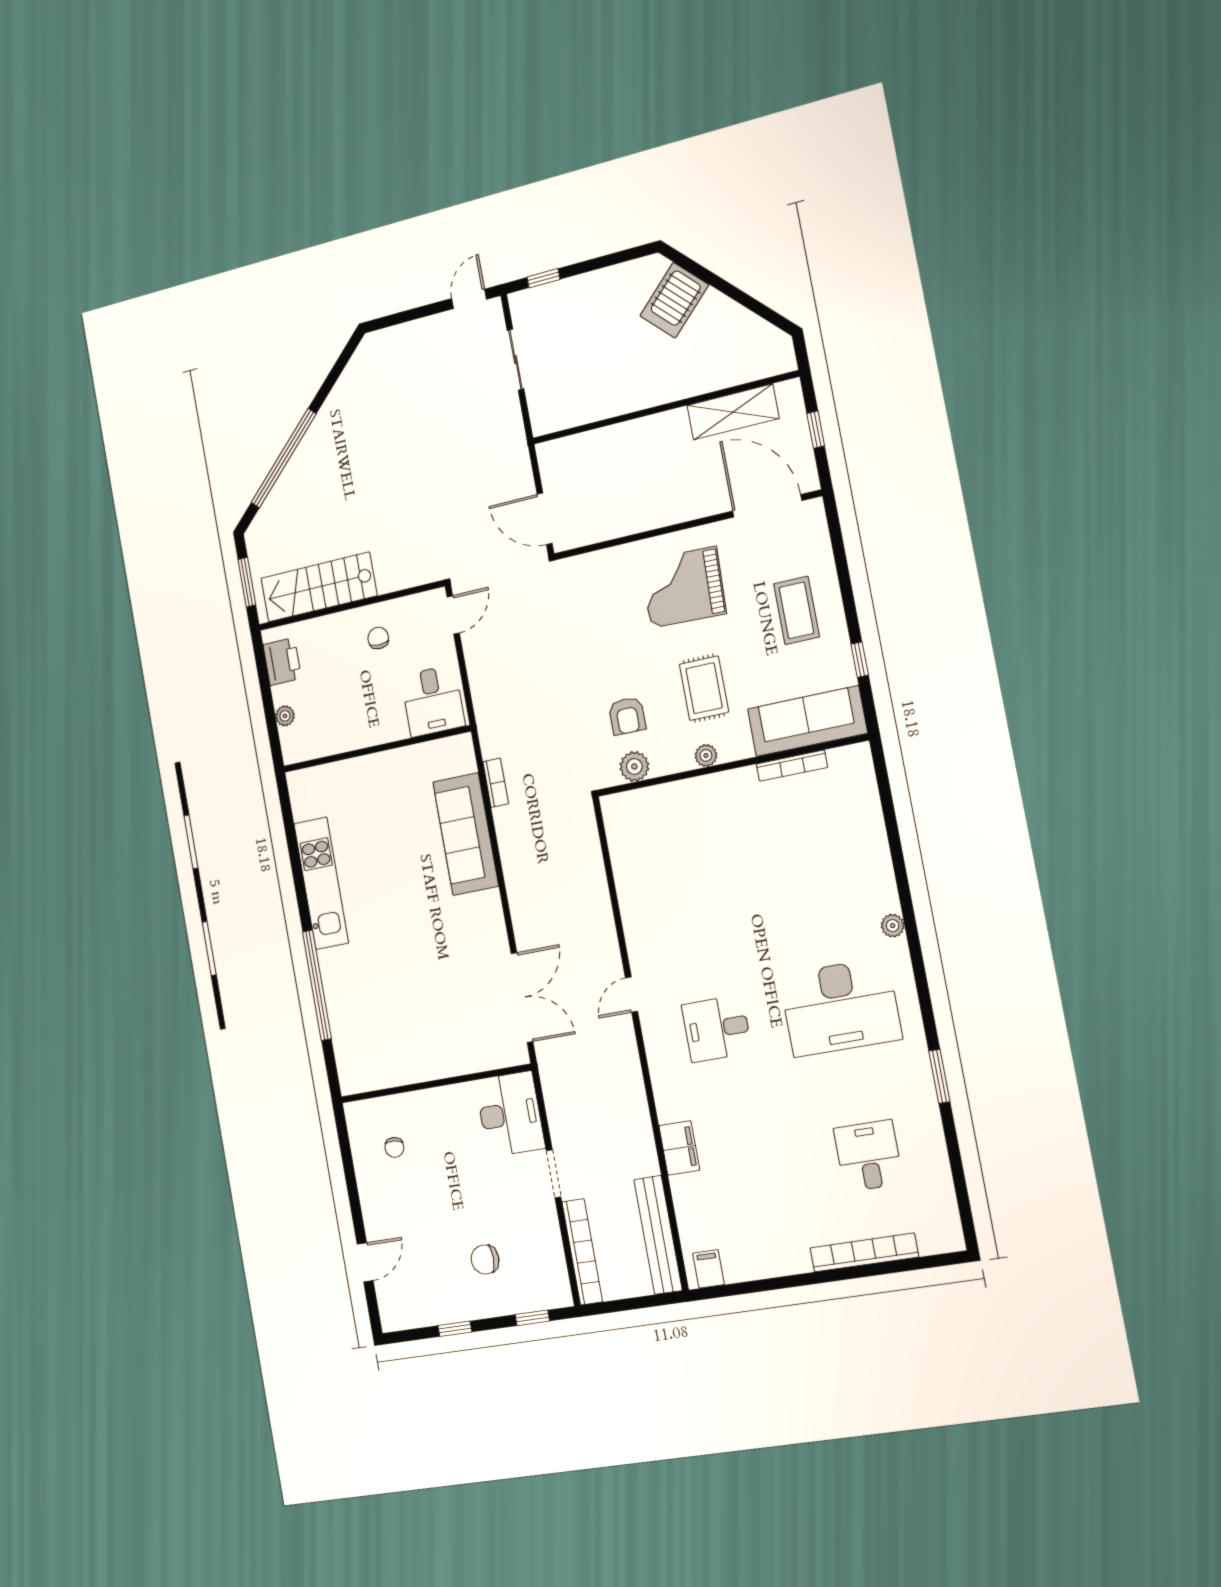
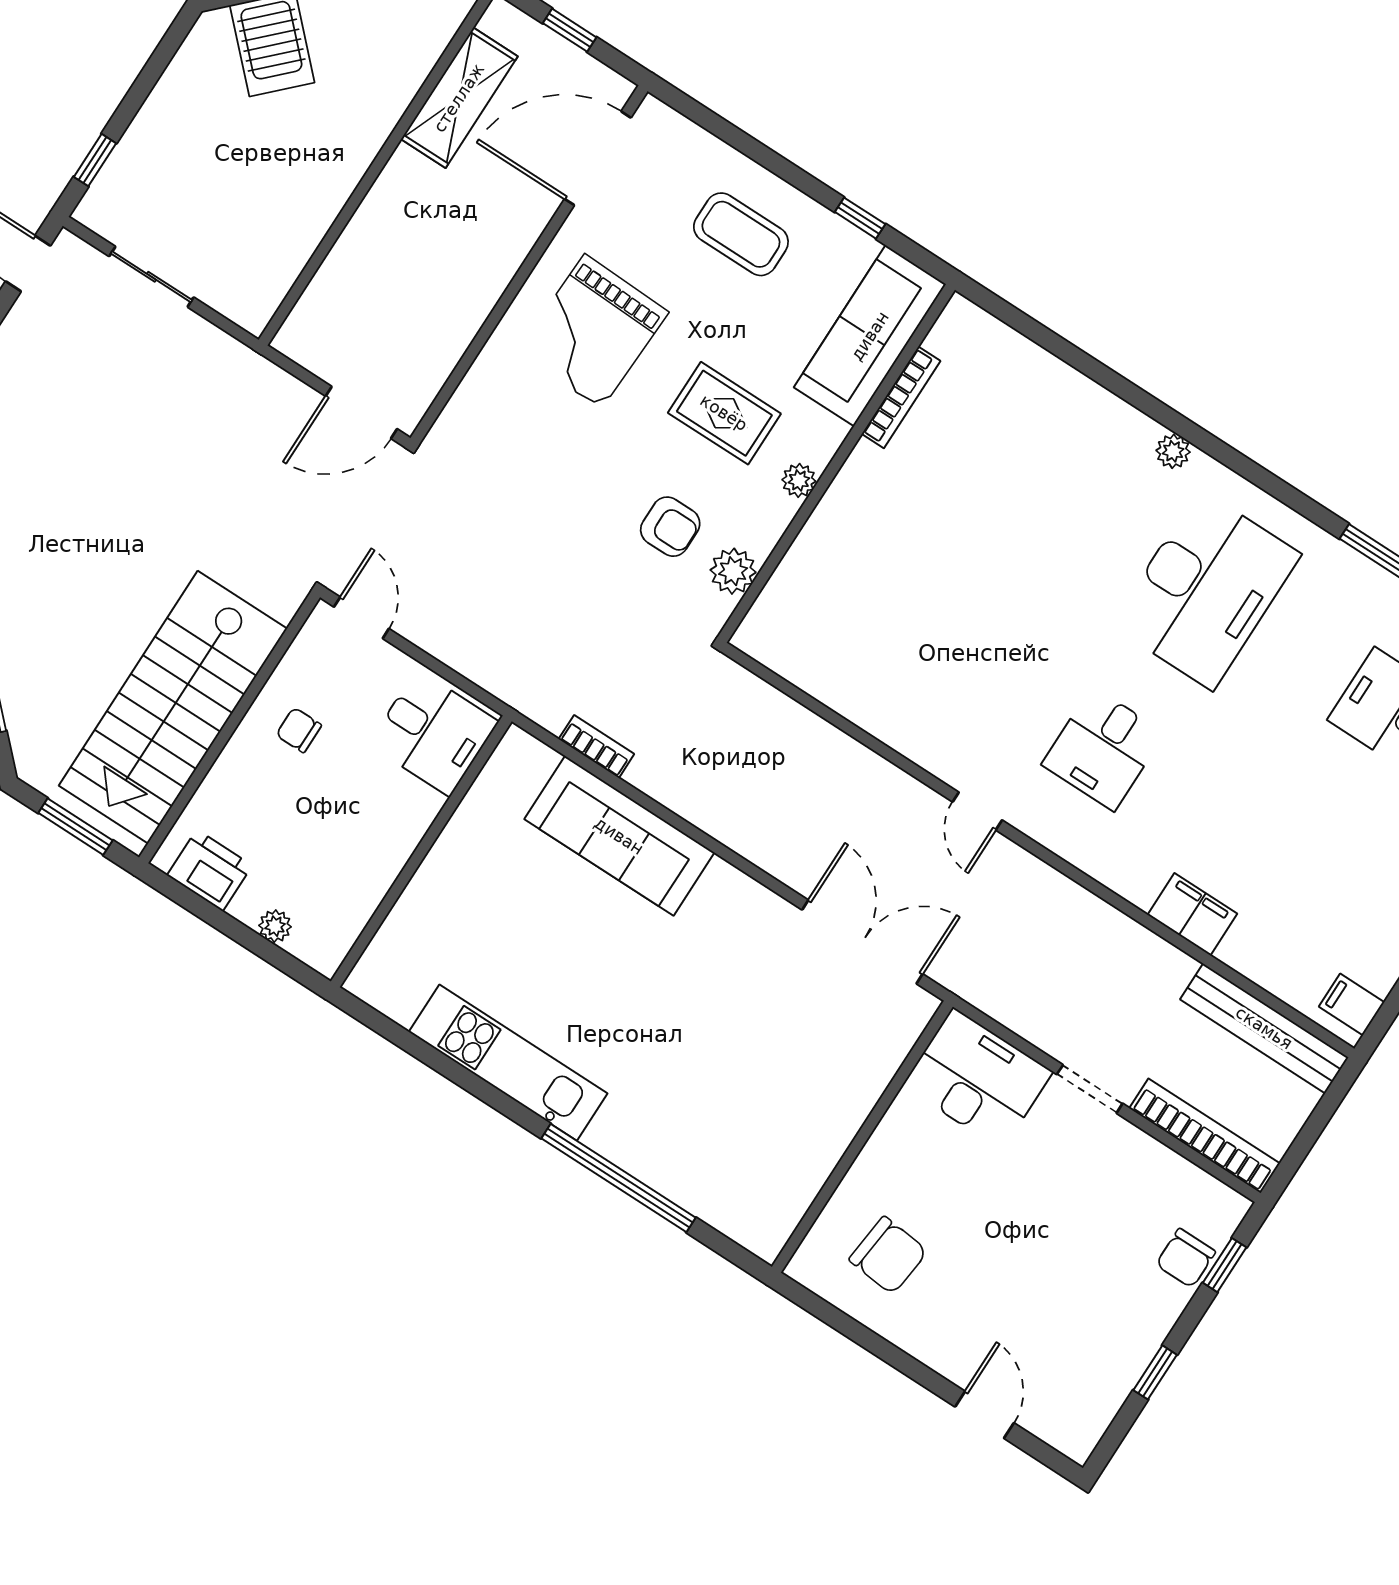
stairs: (319, 587) -> (173, 707), width x1.36, depth x1.51
chair: (394, 1147) -> (888, 1255), width x1.87, depth x1.87
chair: (485, 1259) -> (1186, 1258), moved

